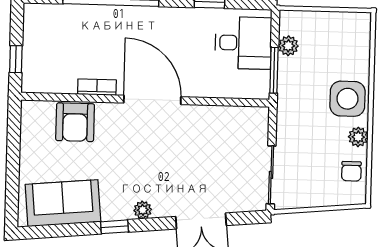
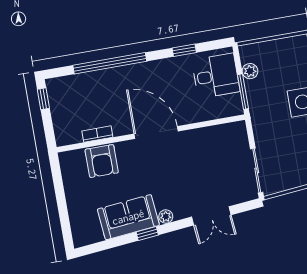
window: (16, 59) -> (43, 99), moved
bookcase: (97, 87) -> (97, 134), moved
sofa: (63, 203) -> (128, 217), moved

